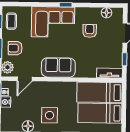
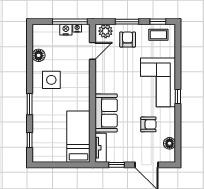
sofa: (58, 67) -> (106, 113), moved
door: (25, 79) -> (93, 51), swing flipped
bed: (100, 113) -> (55, 137), removed

